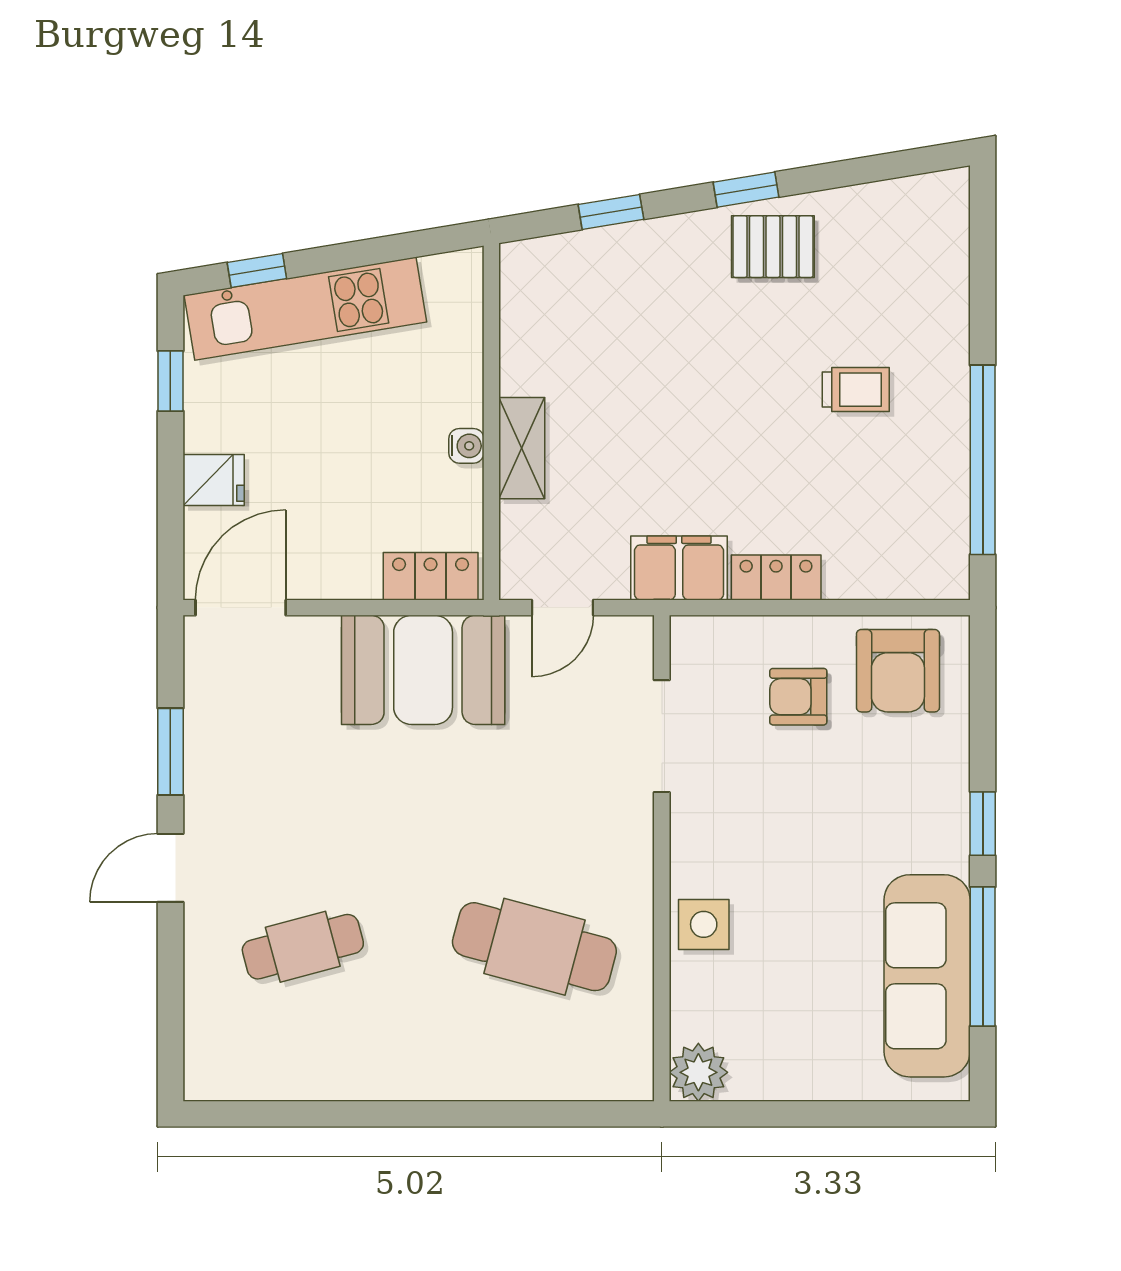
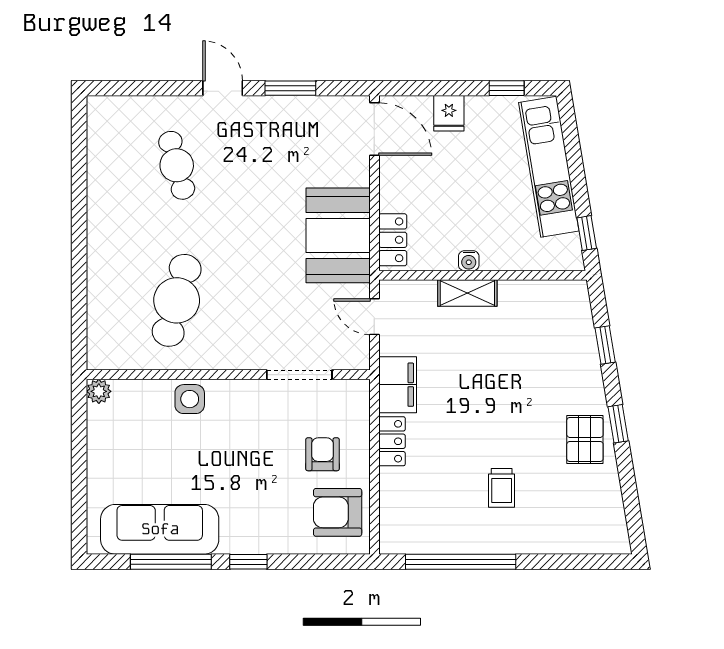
window: (257, 270) -> (587, 233), moved
plant: (698, 1072) -> (99, 391), width x0.73, depth x0.73

